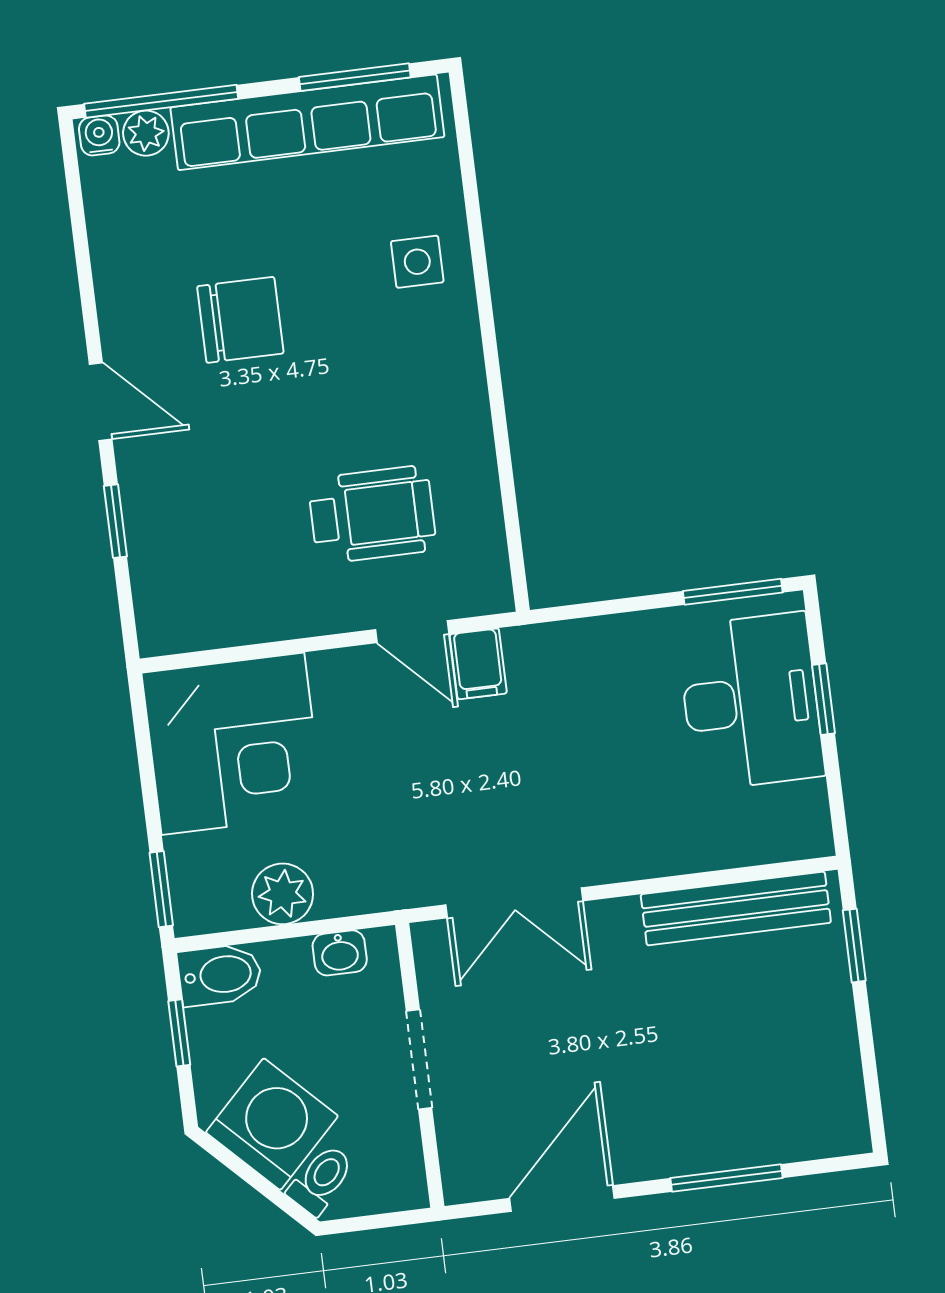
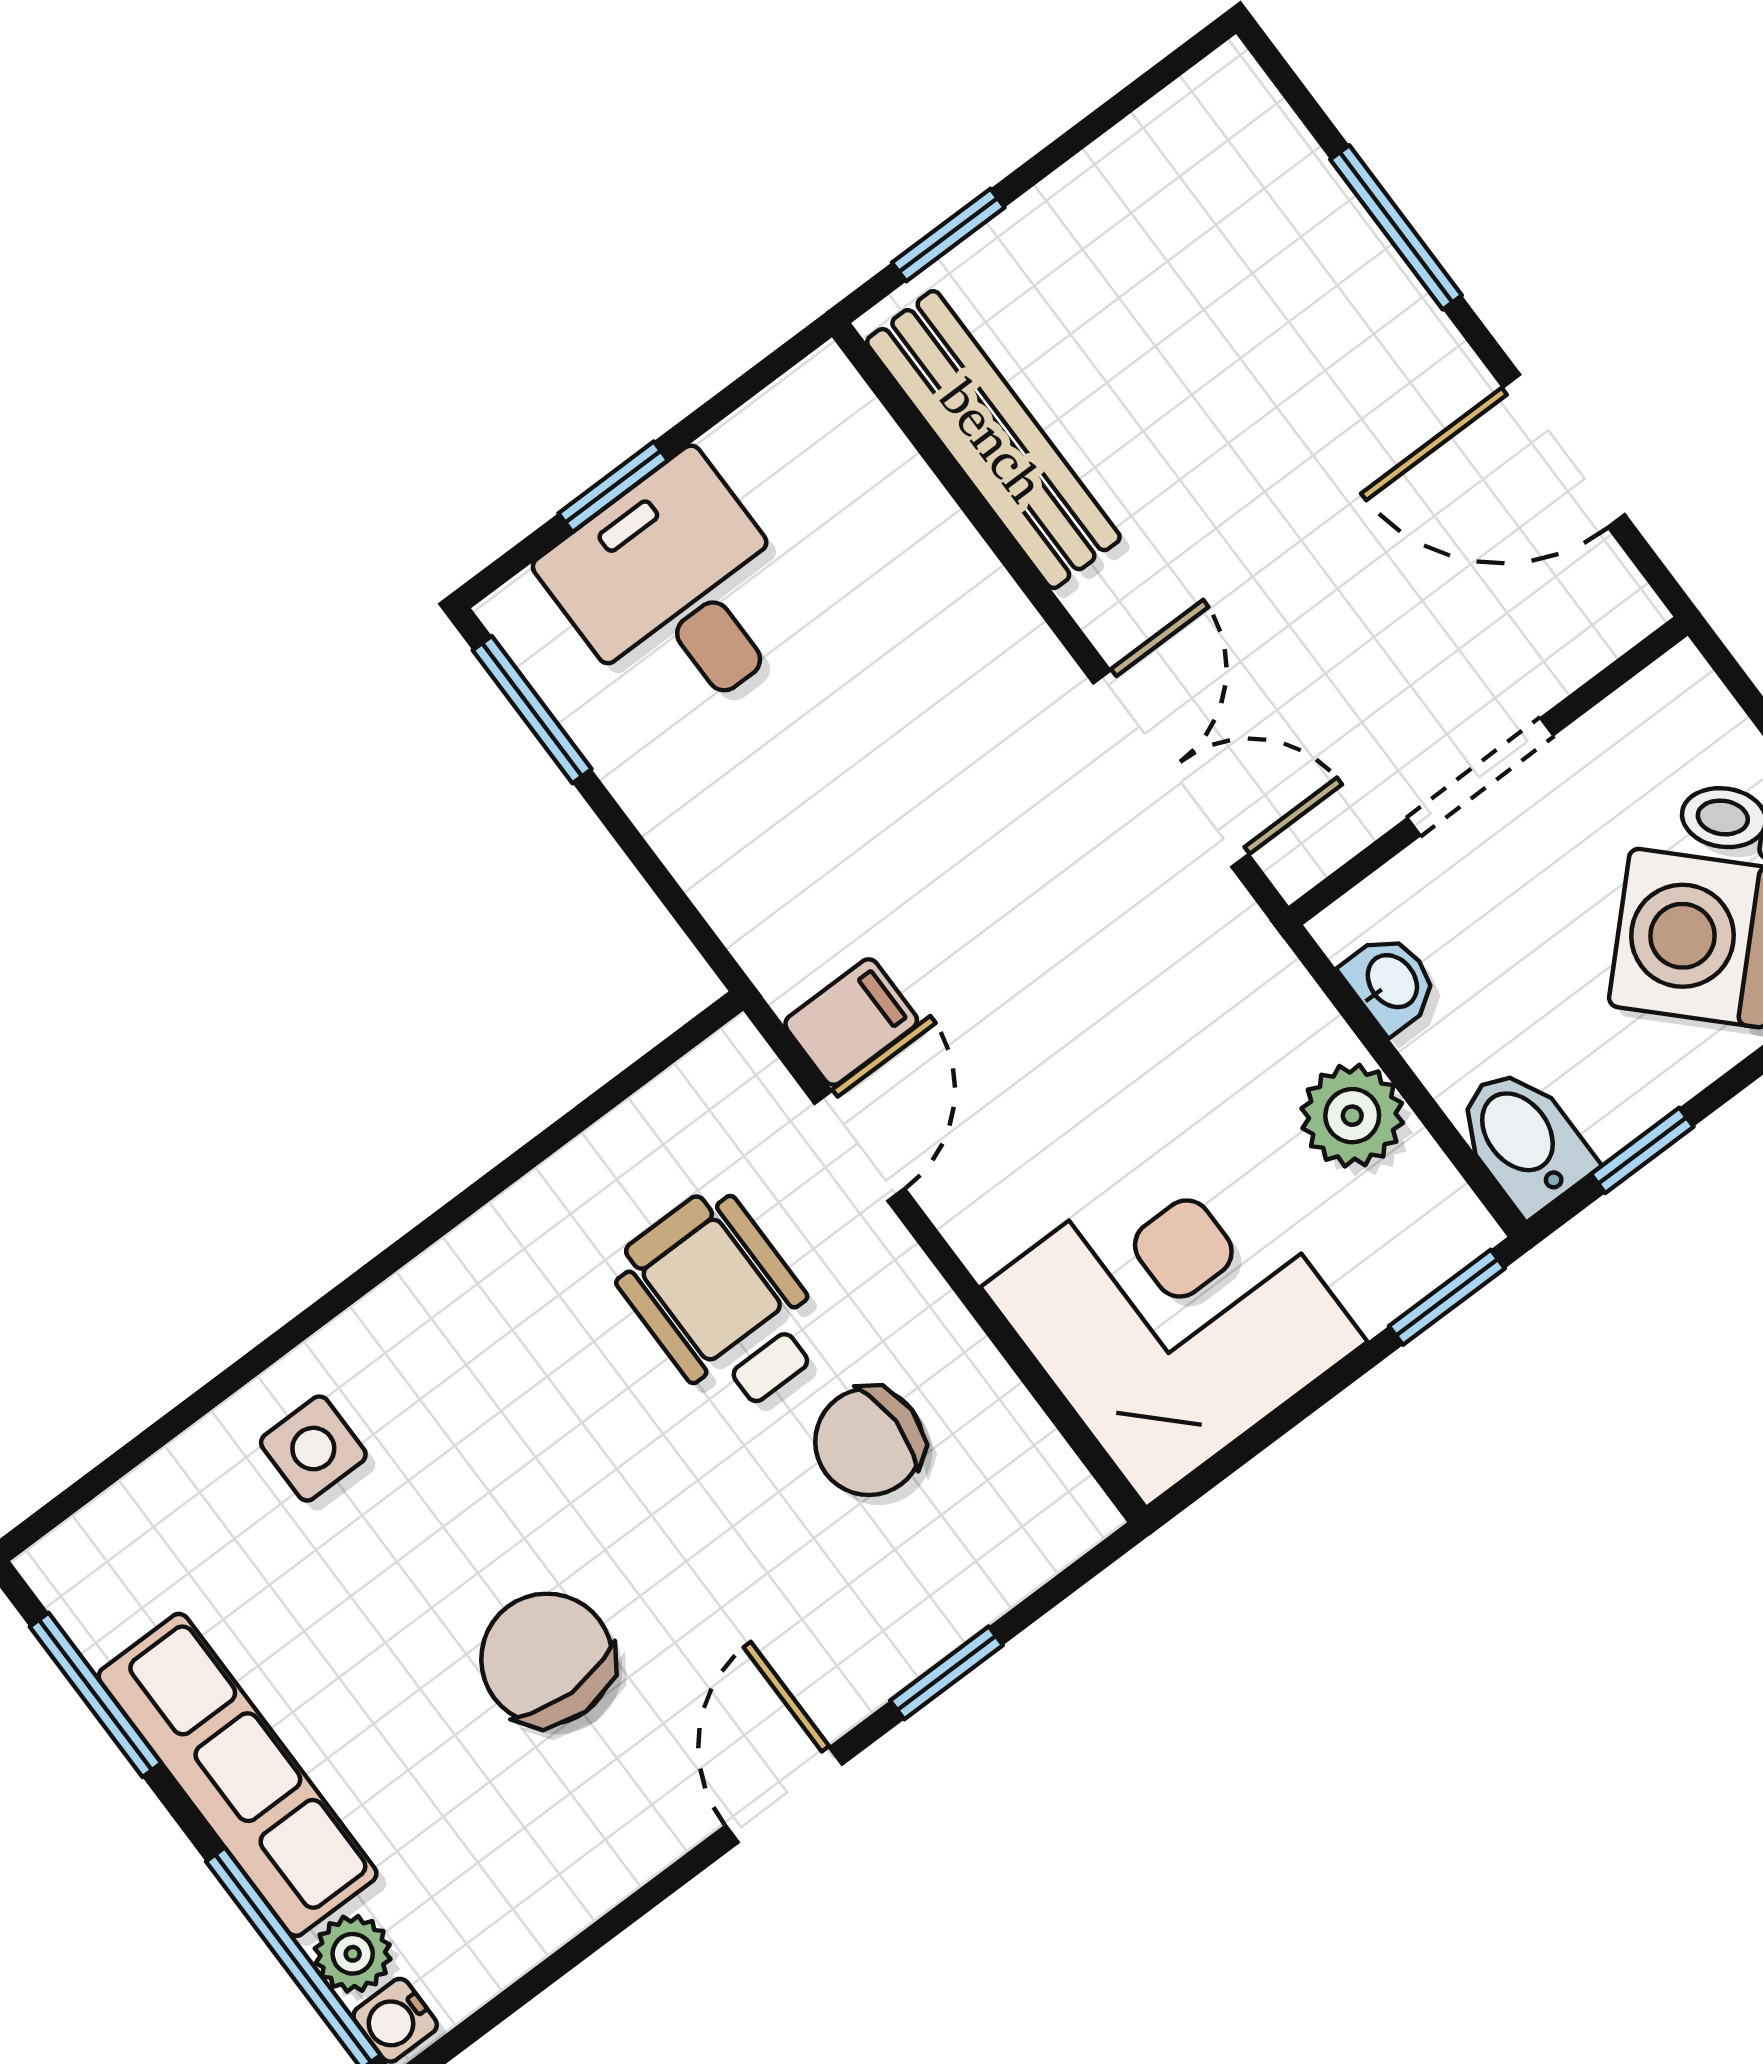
row of seats: (307, 122) -> (238, 1775), width x0.73
chair: (257, 549) -> (869, 1442), added
desk: (751, 701) -> (677, 592), width x0.73

